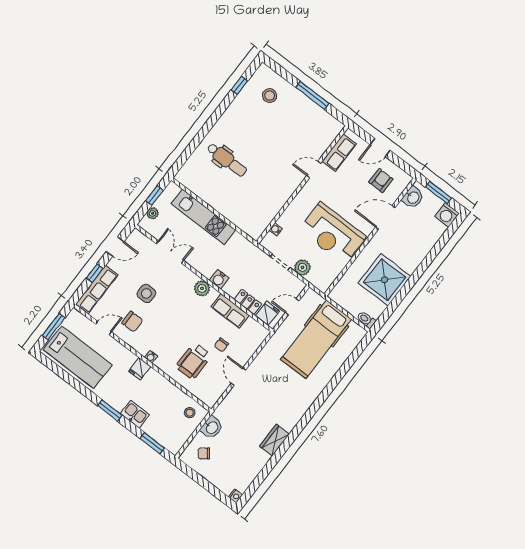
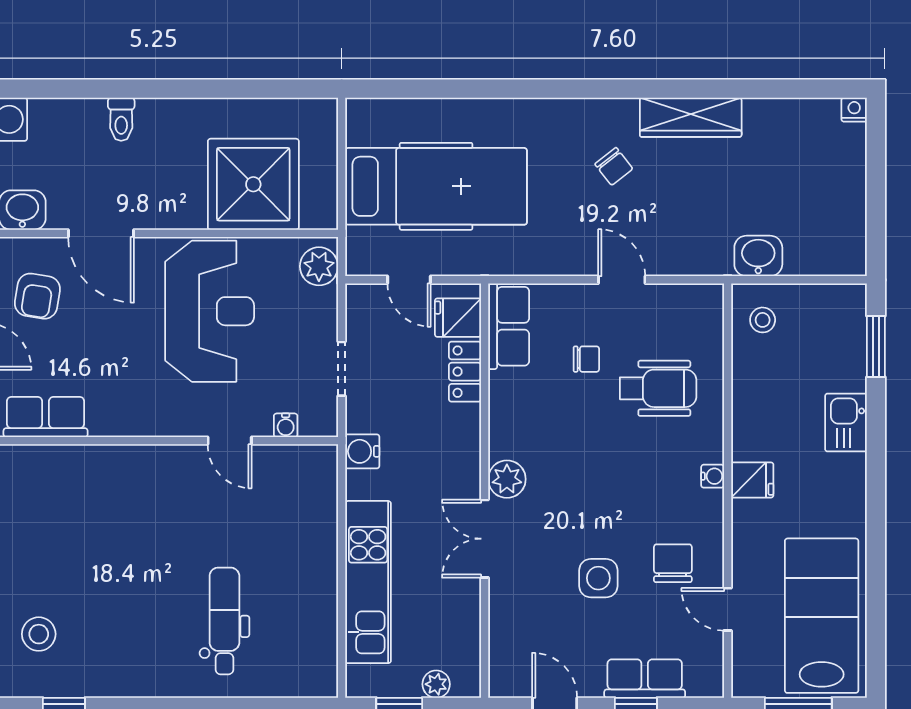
door: (314, 170) -> (230, 441), moved
armchair: (381, 181) -> (37, 296), turned -81
double door: (170, 252) -> (485, 539), moved
plant: (302, 267) -> (319, 266), moved
water cooler: (219, 279) -> (362, 451), moved, turned 180
shower: (384, 280) -> (253, 184), moved
row of seats: (97, 290) -> (645, 679), width x0.68
row of seats: (230, 311) -> (509, 326), moved
toilet: (366, 320) -> (121, 119), moved
door: (238, 377) -> (622, 280), swing flipped
window: (110, 410) -> (876, 476), removed
wardrobe: (274, 440) -> (691, 117), width x1.50
chair: (204, 454) -> (614, 166), moved

